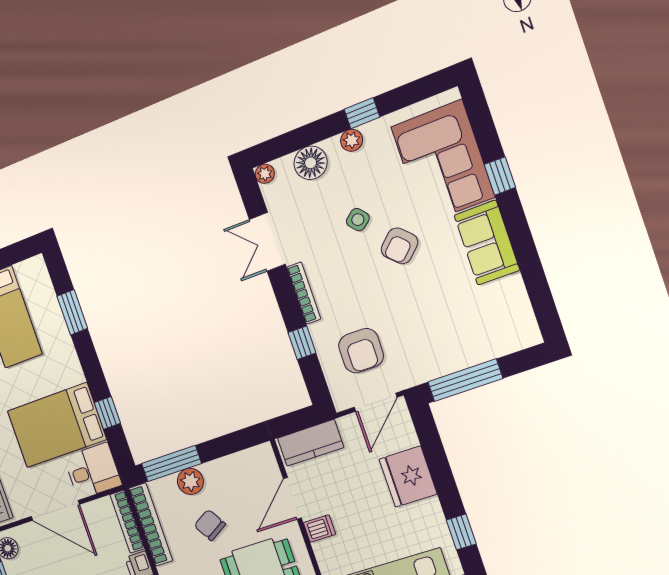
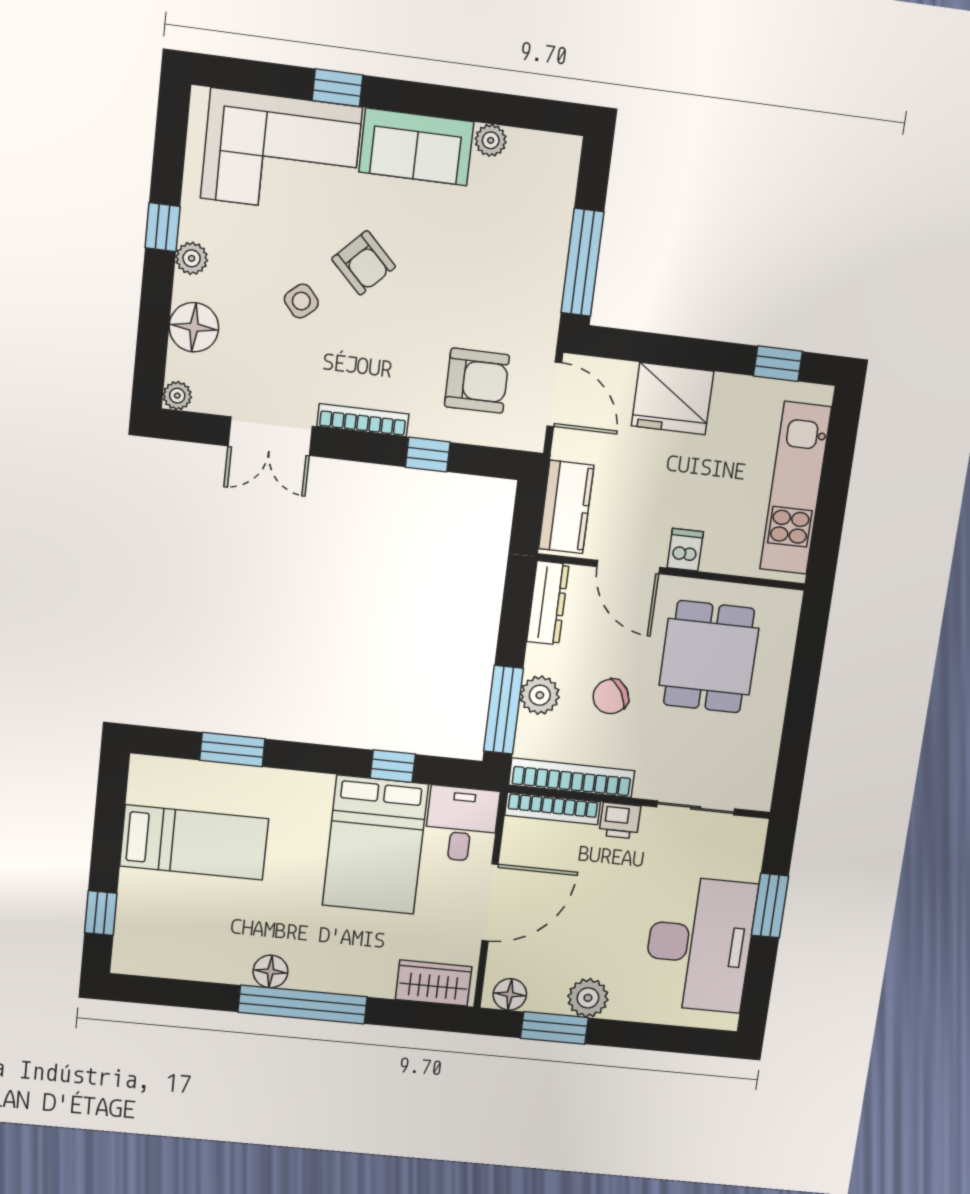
plant: (513, 286) -> (491, 140), added
dresser: (248, 460) -> (548, 603), added

